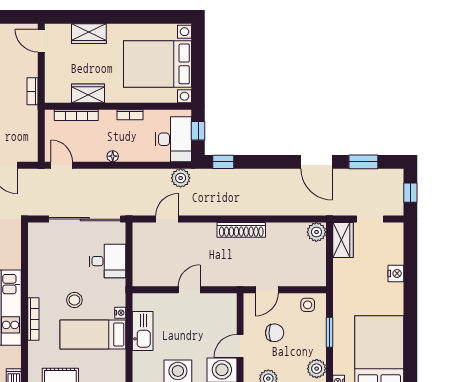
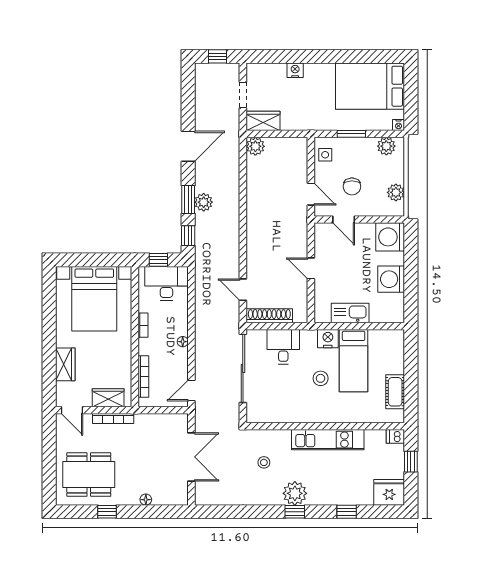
door: (41, 41) -> (72, 410), hinge flipped
bookcase: (32, 91) -> (113, 419), width x1.56
wardrobe: (88, 93) -> (108, 398), moved, turned 90
window: (363, 162) -> (188, 200), moved
plant: (181, 178) -> (204, 202), moved
shoe rack: (241, 230) -> (269, 316), moved, turned -90
nightstand: (120, 313) -> (328, 339), width x1.89, depth x1.79
bookcase: (33, 319) -> (339, 418), removed
chair: (275, 333) -> (352, 186), turned 180
door: (240, 346) -> (344, 219), moved

